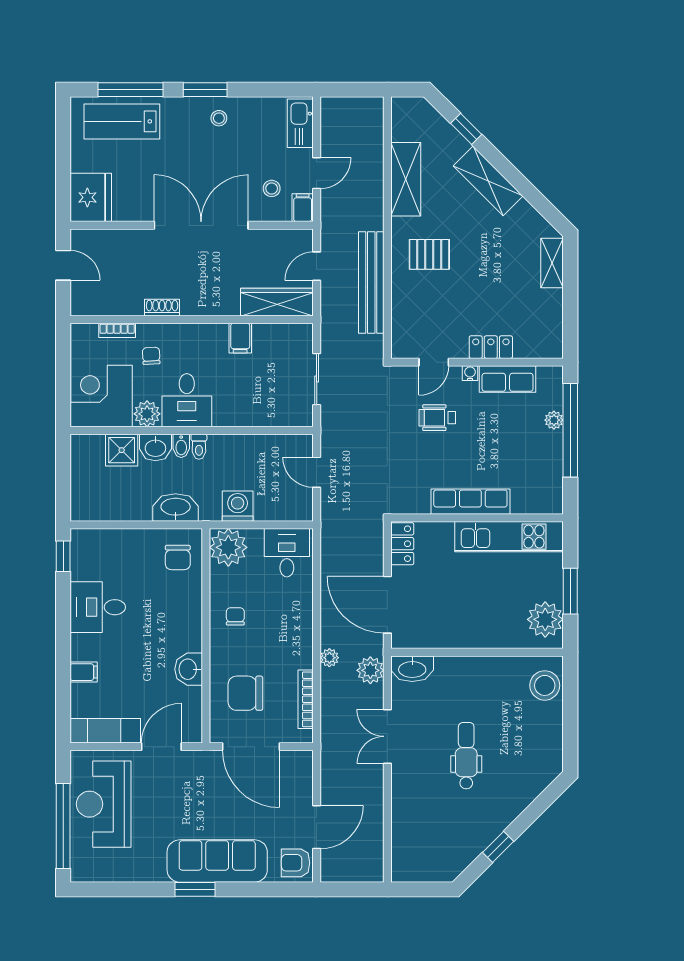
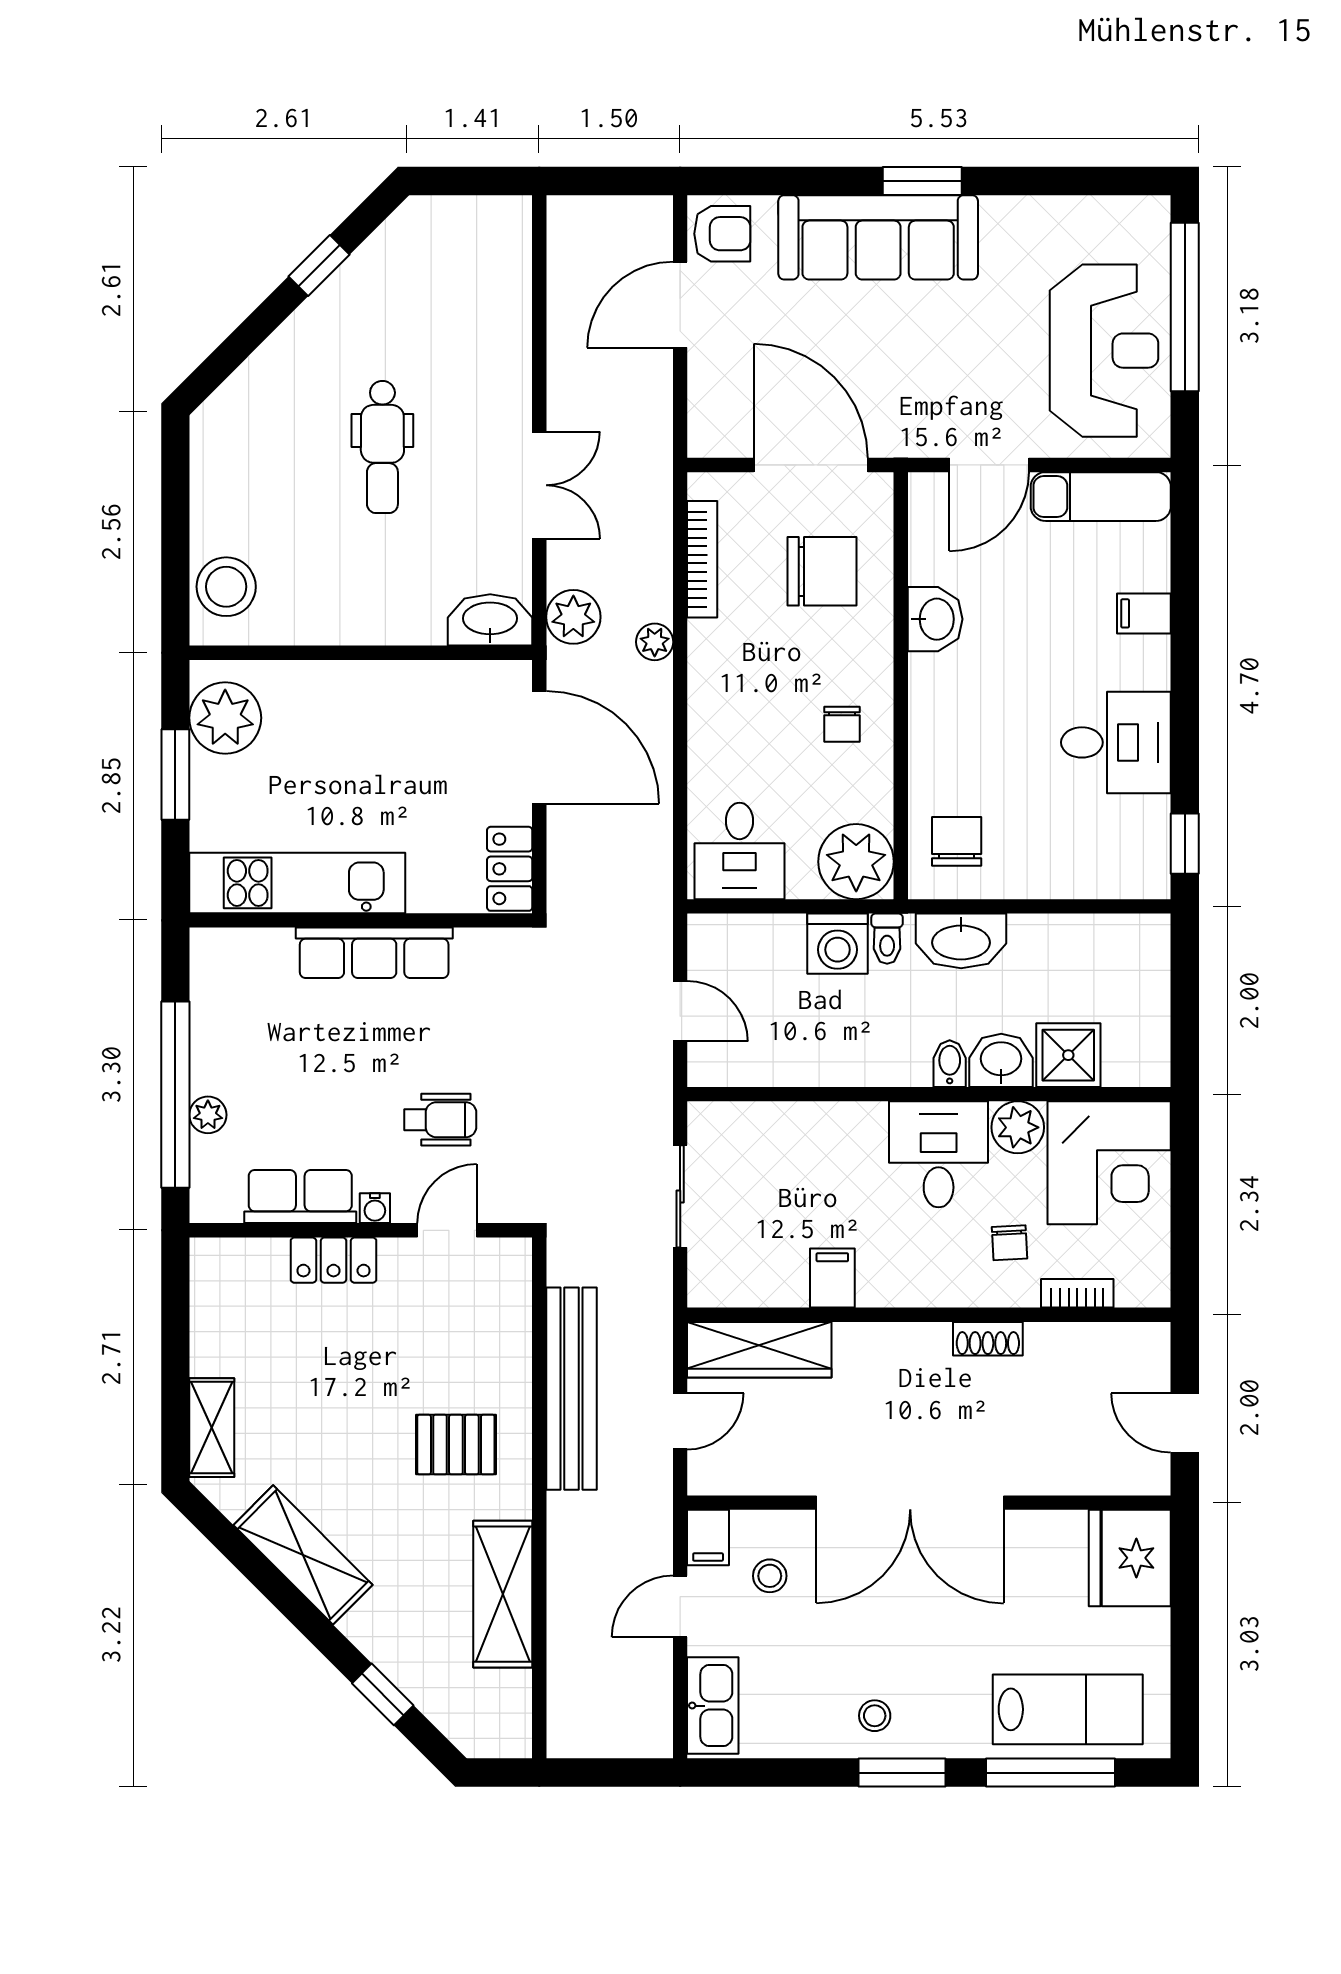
shelving: (488, 181) -> (303, 1555), moved
toilet: (199, 447) -> (887, 939), moved, turned 180

